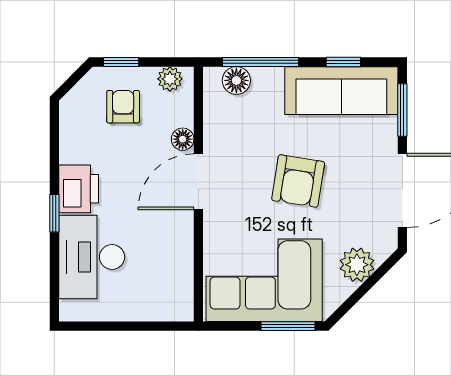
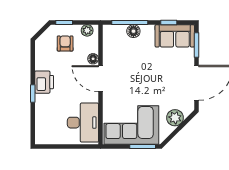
floor lamp: (236, 80) -> (133, 31), moved
sofa: (341, 91) -> (175, 36), width x0.73
armchair: (298, 181) -> (147, 78), removed
door: (198, 182) -> (100, 79), hinge flipped
desk: (92, 257) -> (83, 123), moved, turned 180

